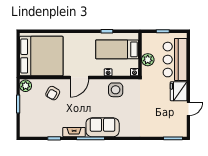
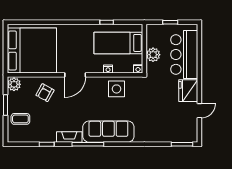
coffee table: (31, 116) -> (20, 119), added
sofa: (103, 127) -> (108, 132), width x1.36

